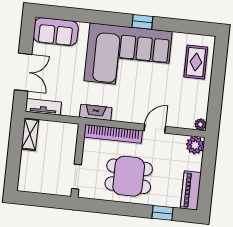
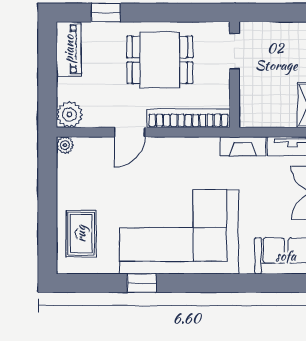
window: (142, 22) -> (142, 283), moved
fireplace: (96, 112) -> (243, 146), moved

